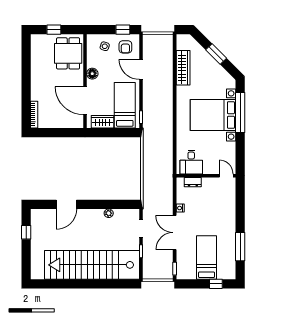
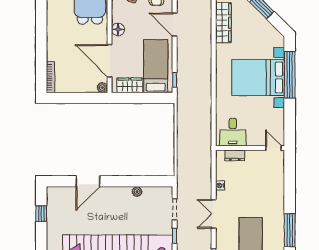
plant: (79, 124) -> (102, 87), added
double door: (175, 233) -> (214, 214), width x0.73

